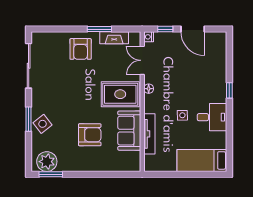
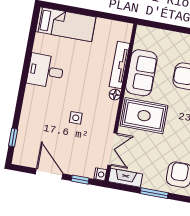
fireplace: (114, 38) -> (125, 178), moved
floor lamp: (149, 89) -> (115, 95), moved
window: (229, 90) -> (13, 138), moved
side table: (182, 115) -> (76, 118), moved

